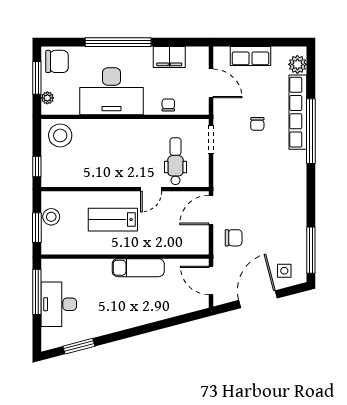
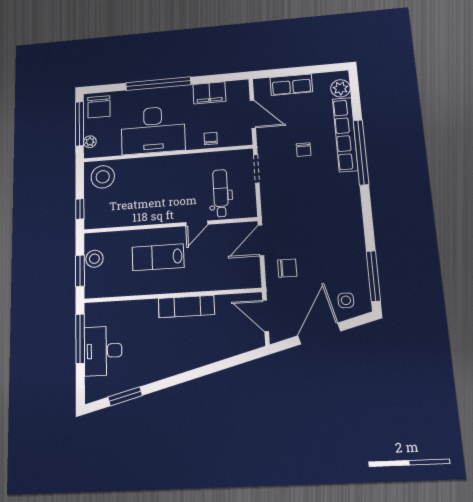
chair: (57, 61) -> (99, 107), turned 90
window: (37, 78) -> (80, 124), width x1.44

